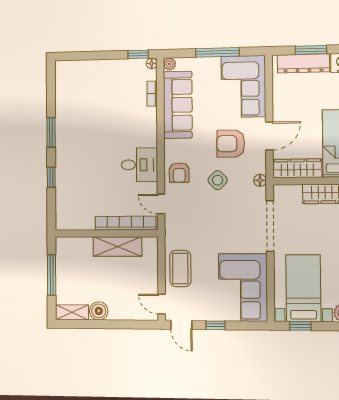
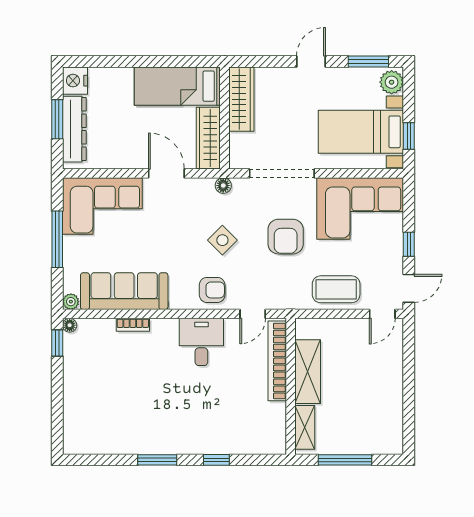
bookcase: (152, 94) -> (133, 325), moved
armchair: (231, 144) -> (286, 237), moved
boiler: (99, 311) -> (392, 397), removed
shelving: (72, 312) -> (305, 427), moved

